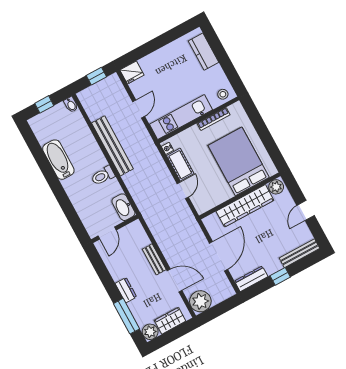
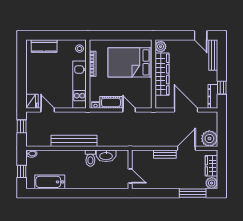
door: (139, 109) -> (48, 110), moved
bathtub: (58, 160) -> (50, 182), moved
washbasin: (123, 207) -> (106, 156), moved
door: (306, 210) -> (201, 35), moved
window: (280, 276) -> (222, 88), moved
dresser: (126, 290) -> (175, 184), removed

